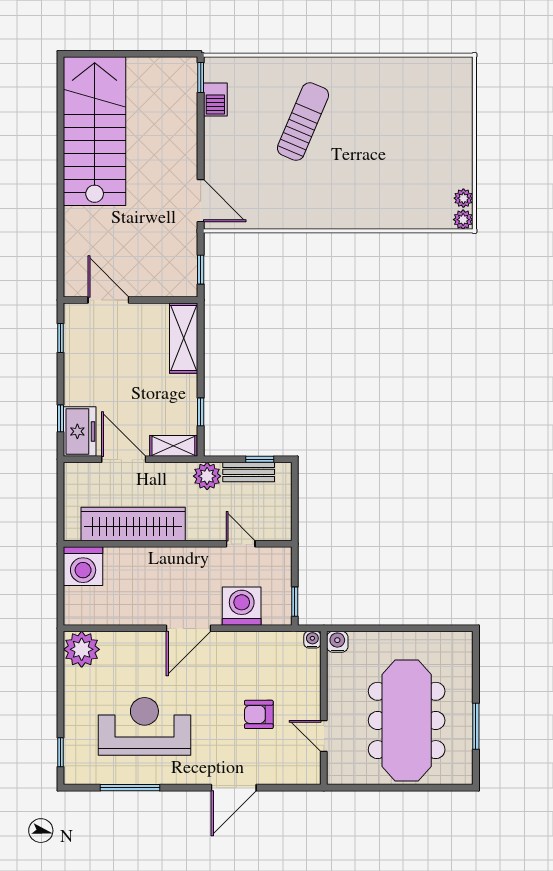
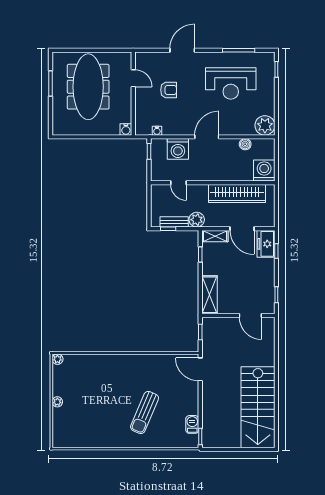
plant: (463, 198) -> (57, 402), moved
boiler: (118, 615) -> (245, 144), added
water cooler: (312, 640) -> (157, 131), moved

